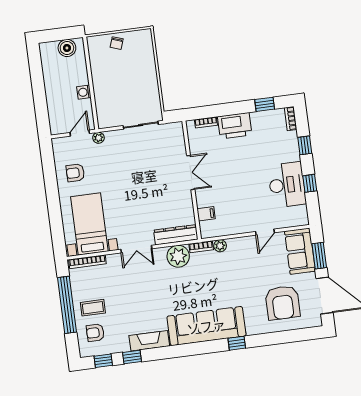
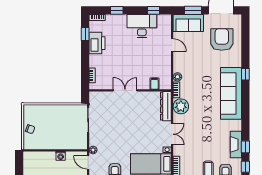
boiler: (67, 48) -> (29, 163), removed
printer: (235, 126) -> (97, 43), moved
window: (310, 183) -> (154, 10), moved
armchair: (283, 303) -> (222, 39), turned -90
fireplace: (149, 341) -> (236, 144), moved

